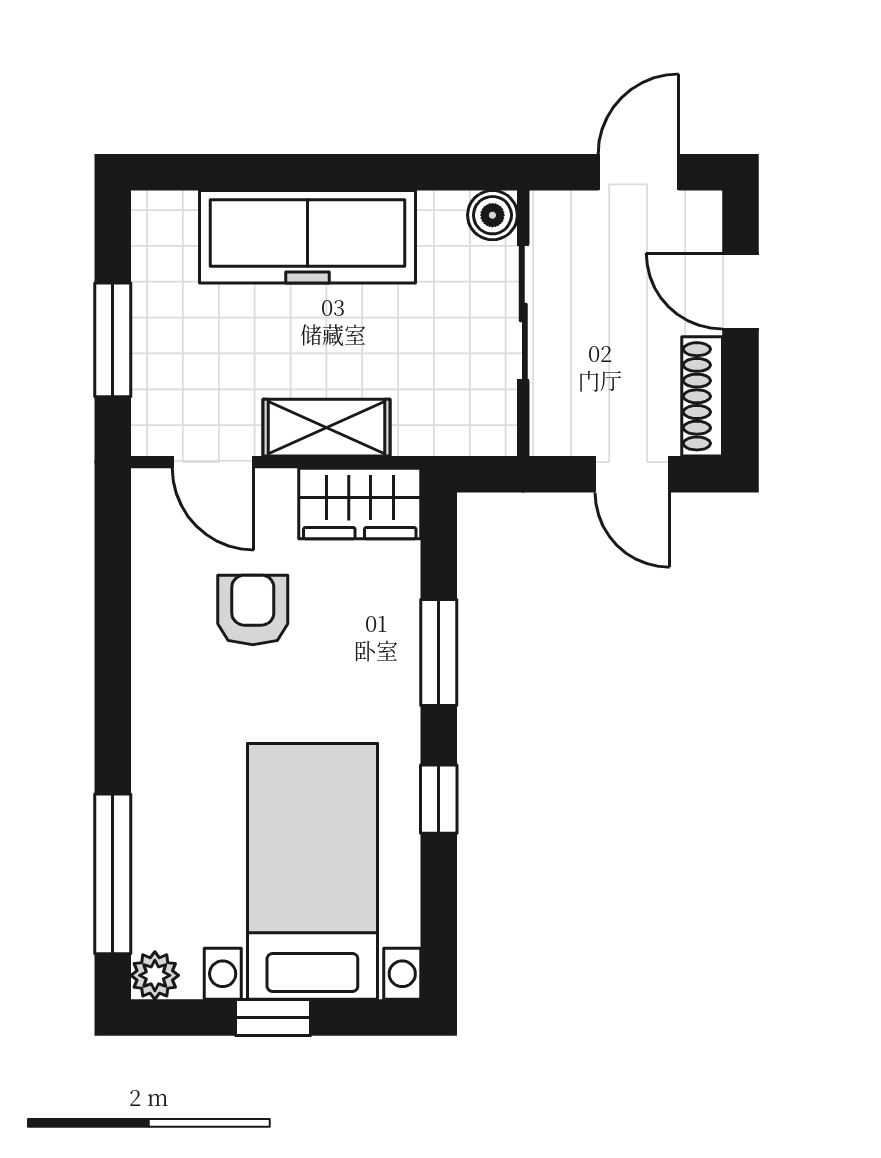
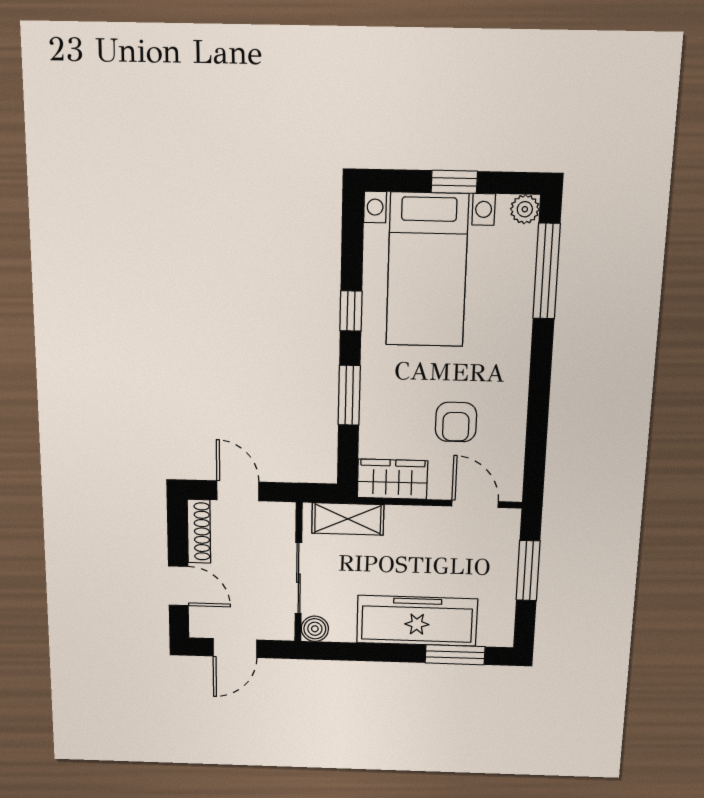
window: (236, 172) -> (455, 655), added
shelving: (326, 428) -> (348, 519), moved

